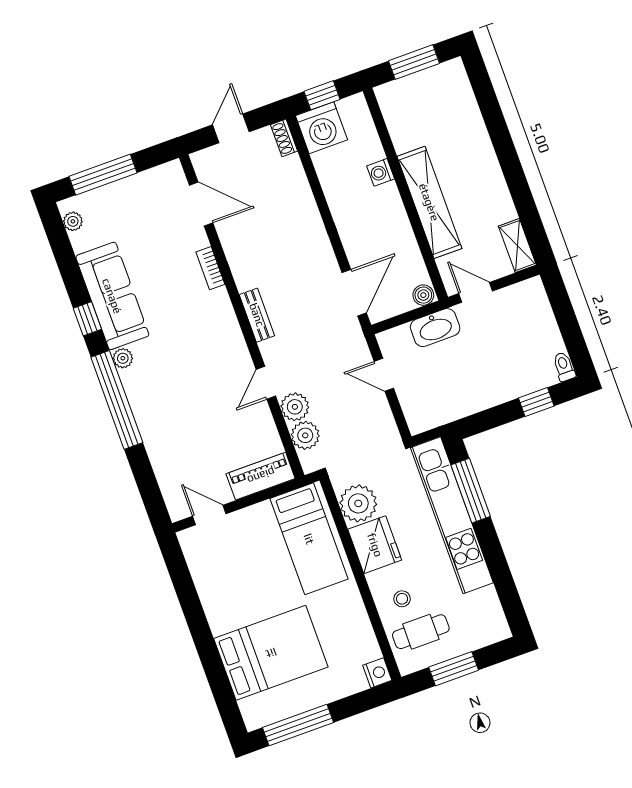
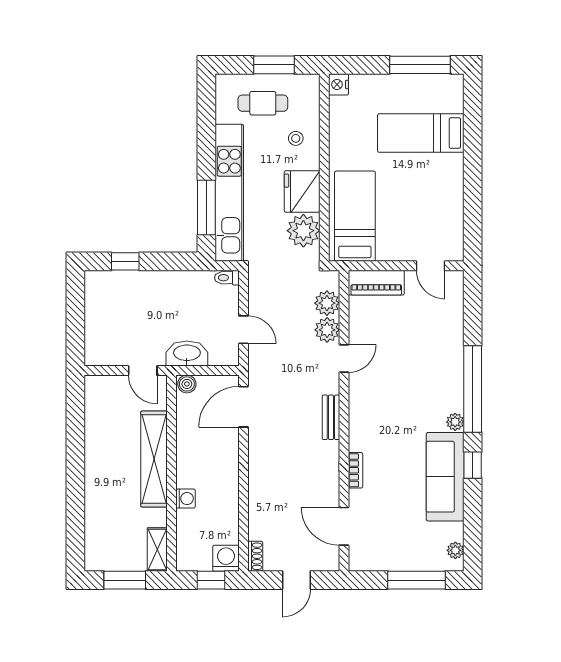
washing machine: (321, 128) -> (226, 558), width x0.73, depth x0.73
shelving: (517, 246) -> (157, 549), moved
toilet: (564, 367) -> (227, 278), moved, turned 90
cafe table: (421, 632) -> (263, 103), moved
bed: (271, 653) -> (421, 133), width x0.67

